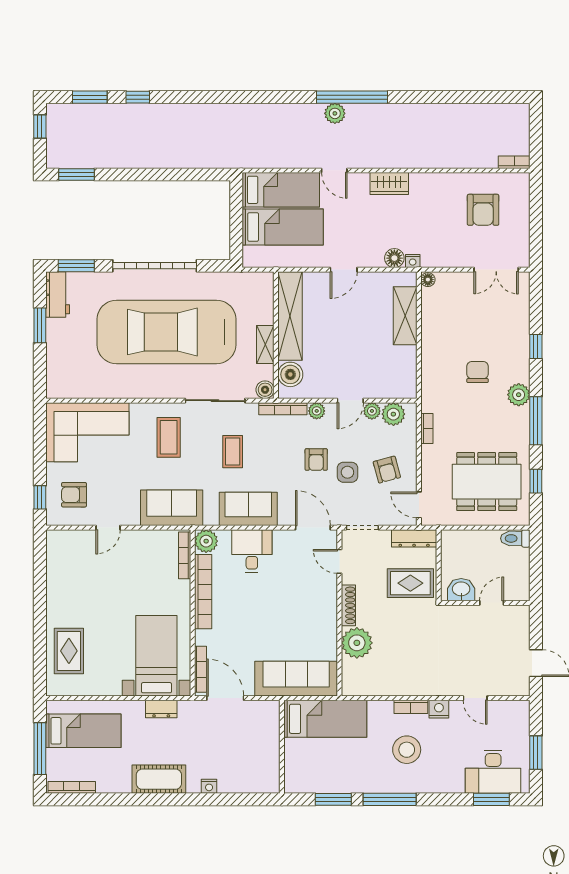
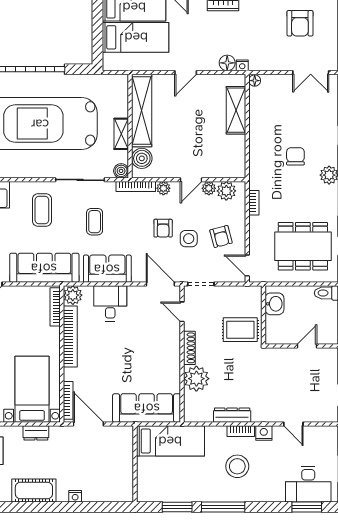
sofa: (172, 508) -> (44, 268), width x1.36
dresser: (414, 538) -> (232, 415), moved, turned 180
washbasin: (461, 590) -> (274, 304), moved, turned 90

